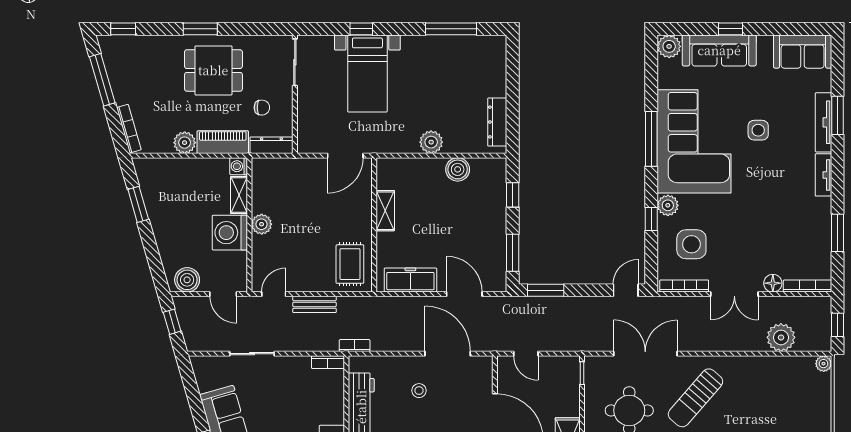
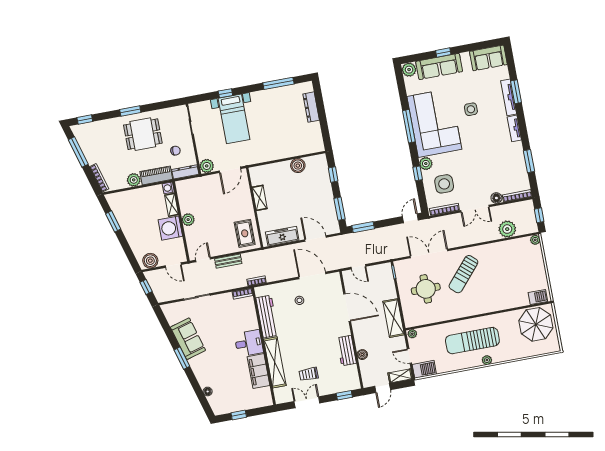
dresser: (497, 122) -> (311, 107), moved
plant: (431, 142) -> (207, 166), moved

